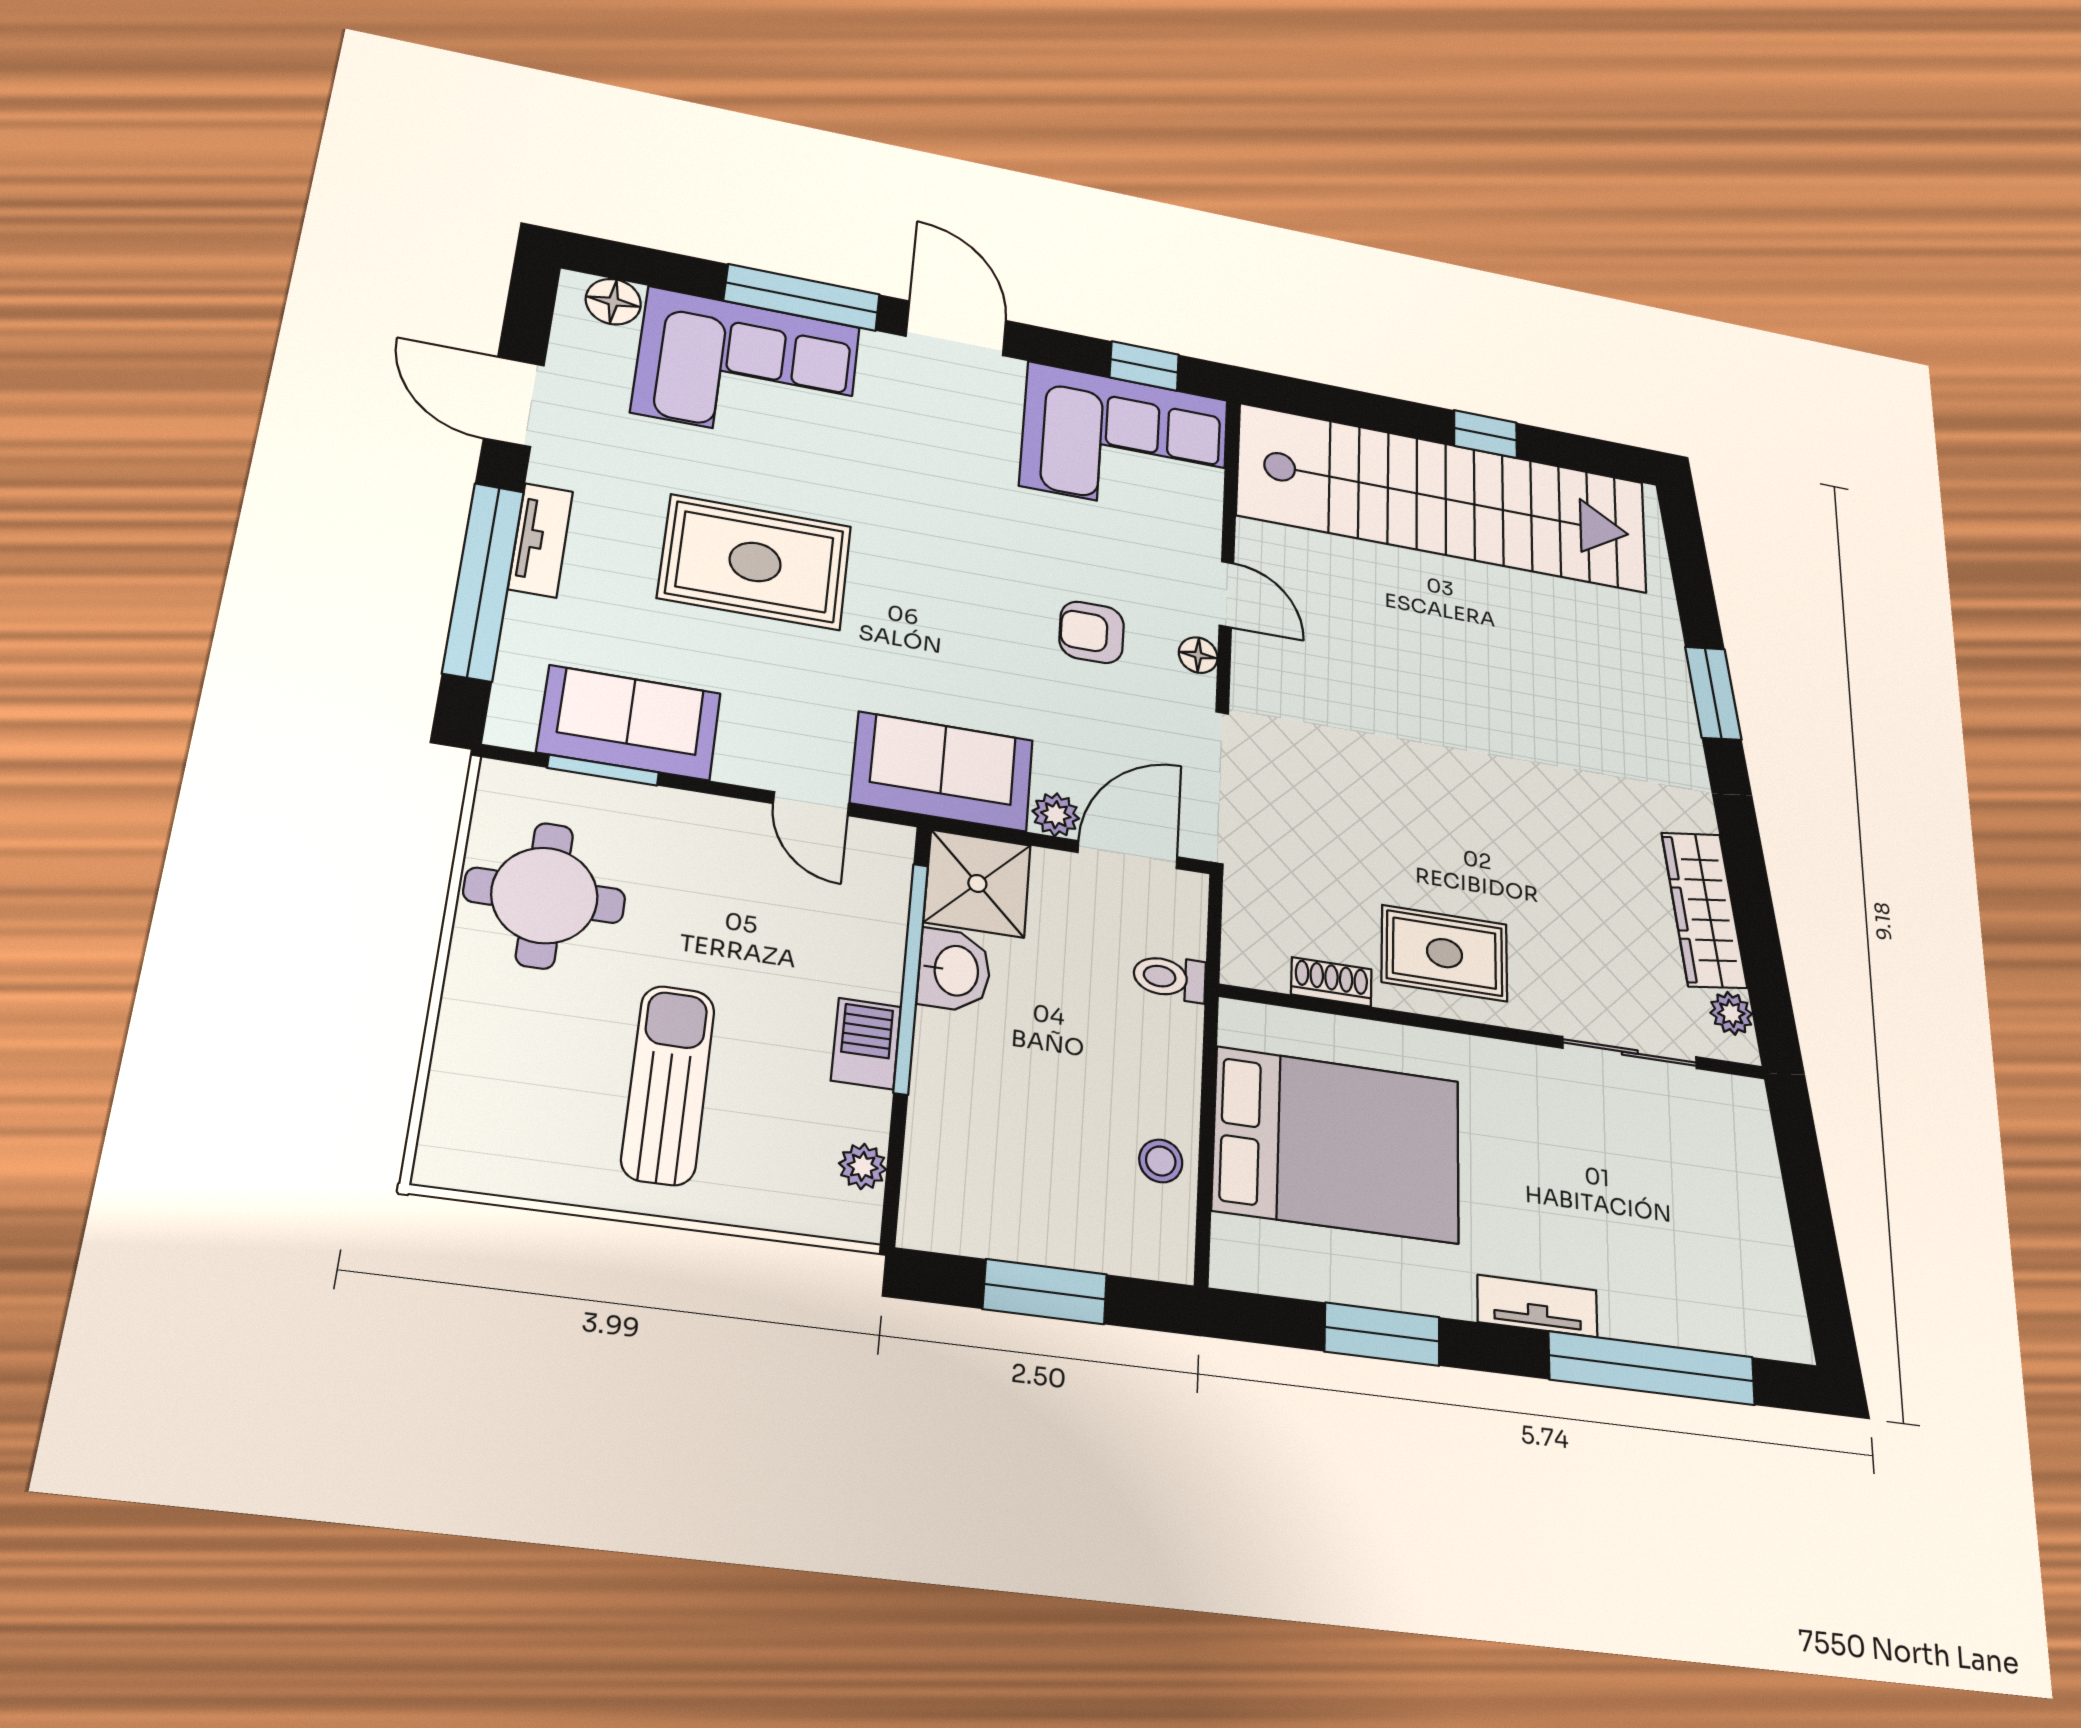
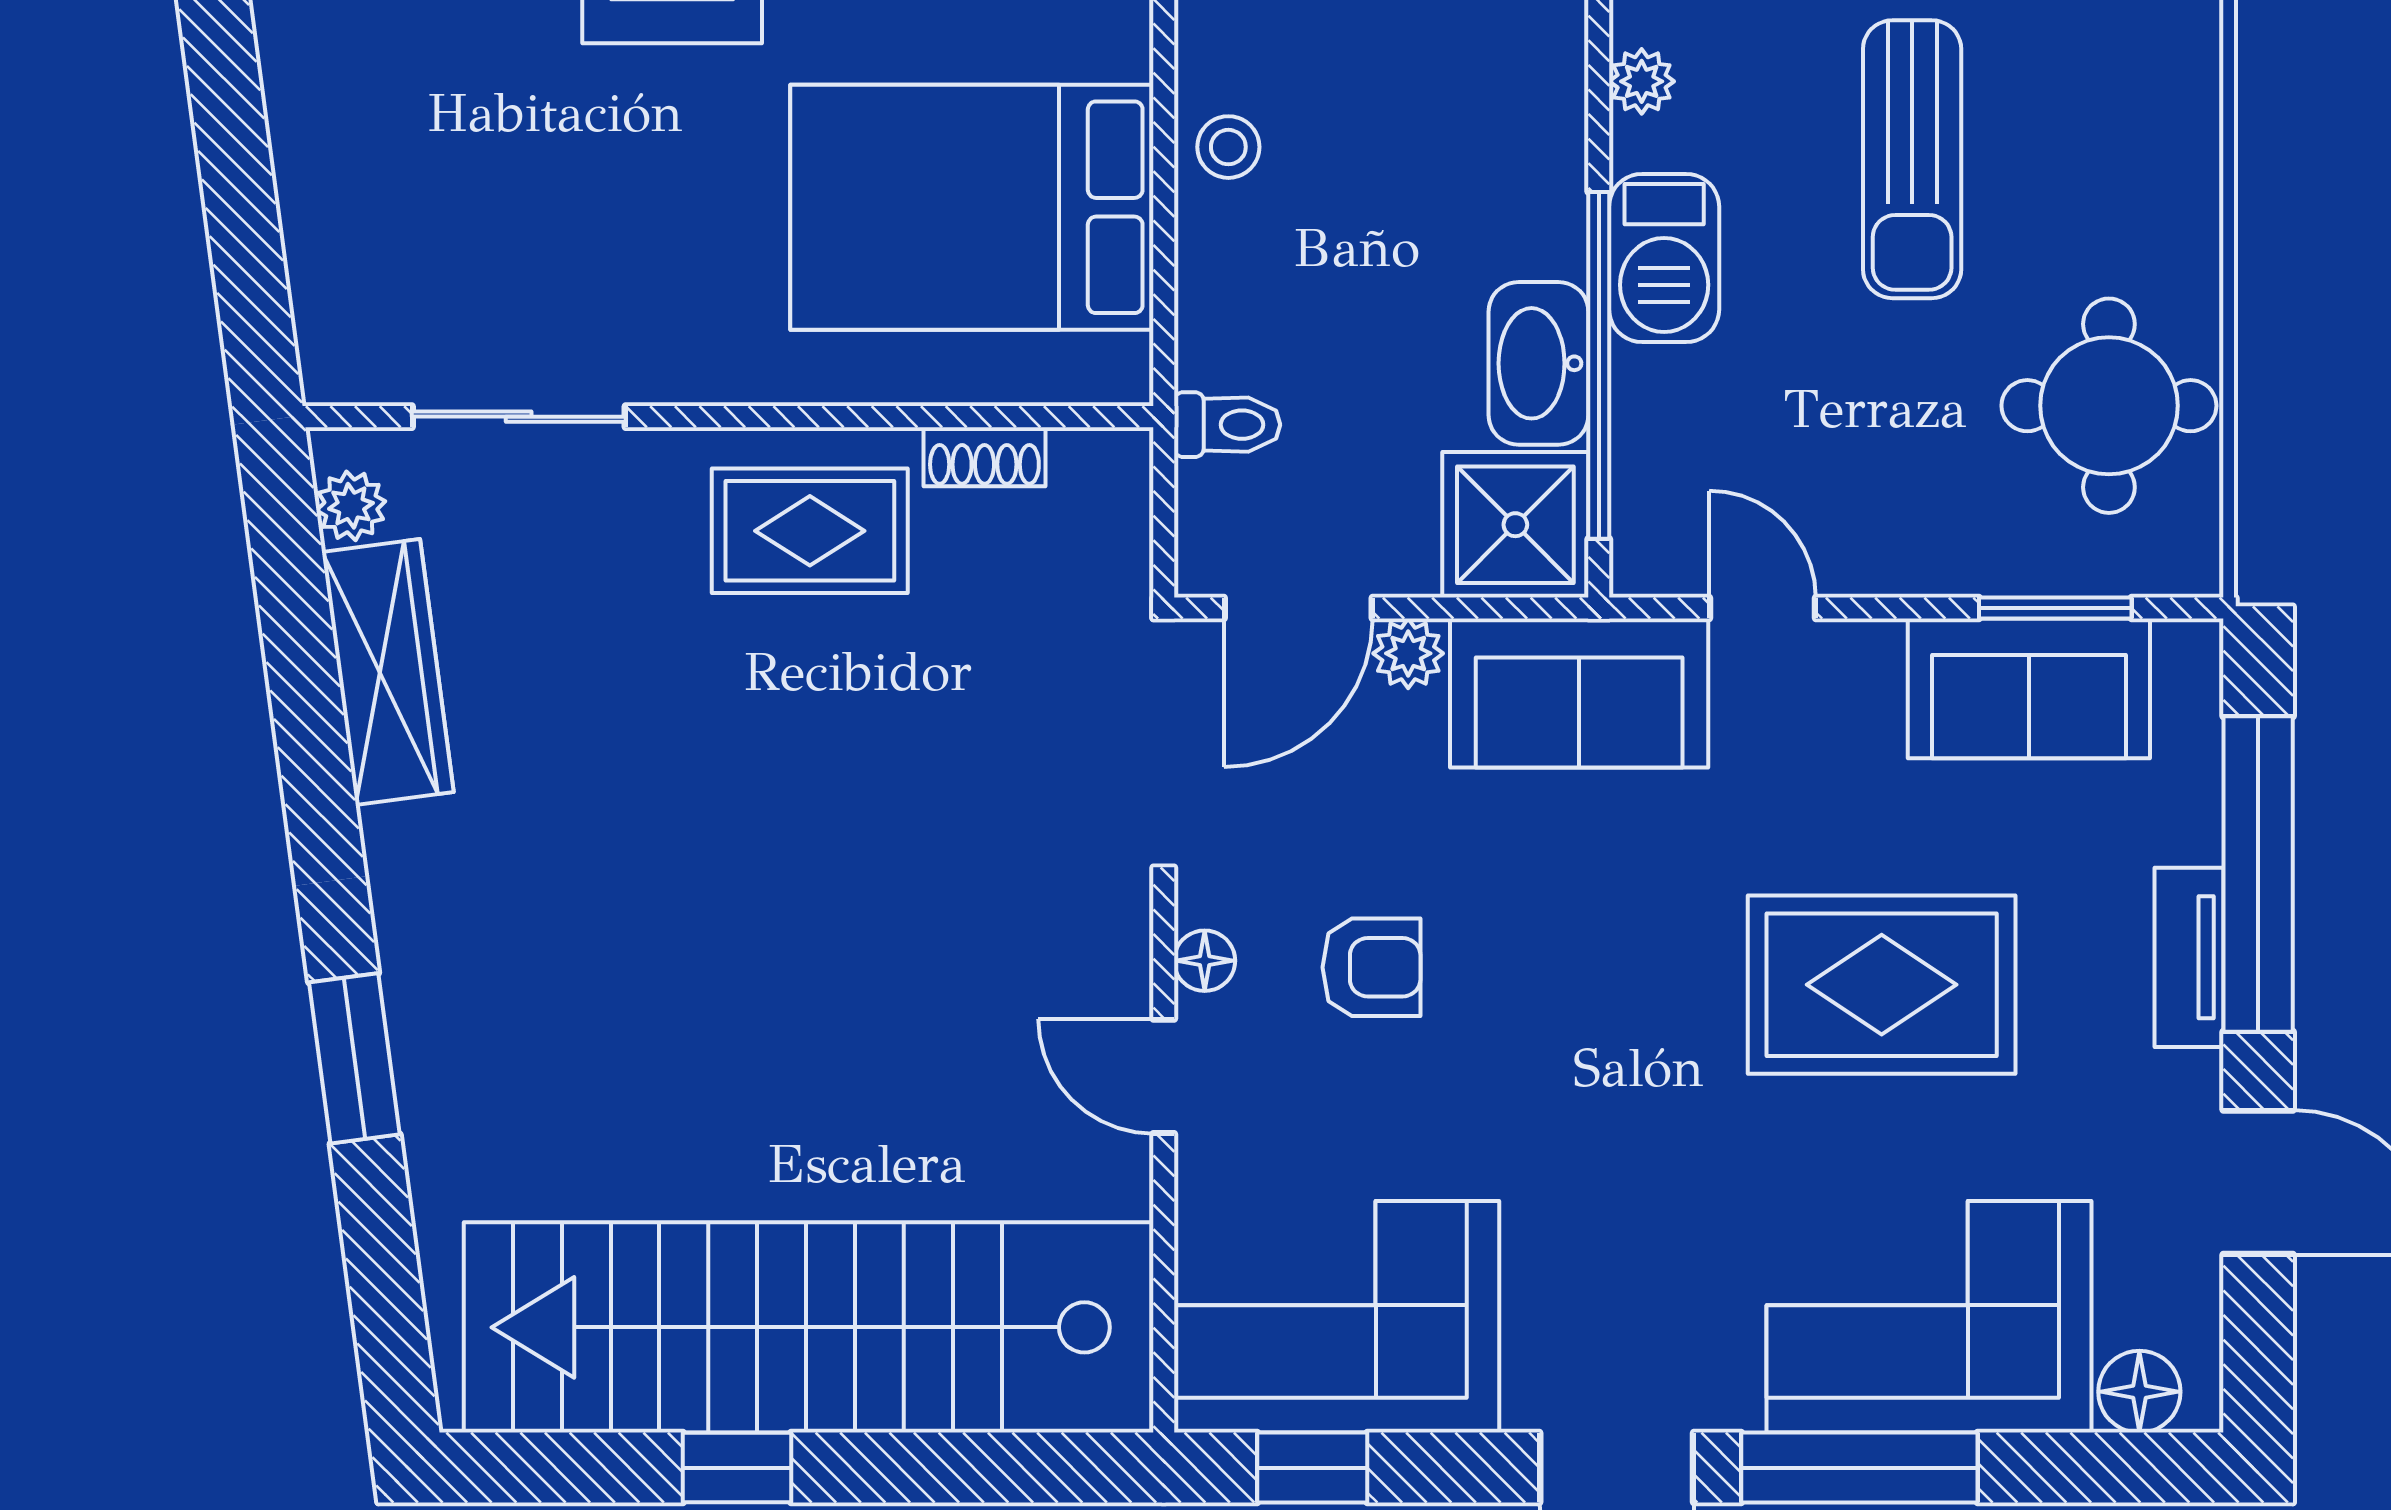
washbasin: (954, 970) -> (1538, 363), width x1.38
barbecue: (866, 1044) -> (1664, 258), width x1.38, depth x1.27

